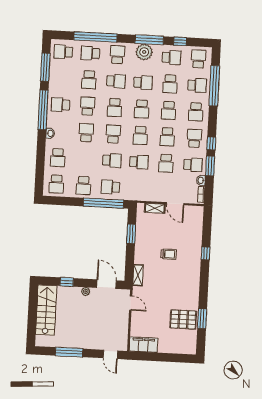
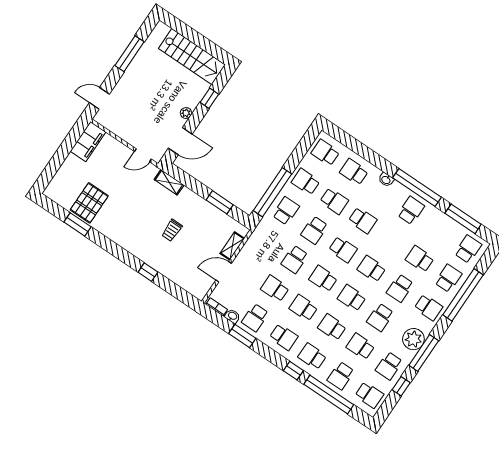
school desk: (88, 106) -> (334, 201), moved
window: (211, 143) -> (293, 371), moved

